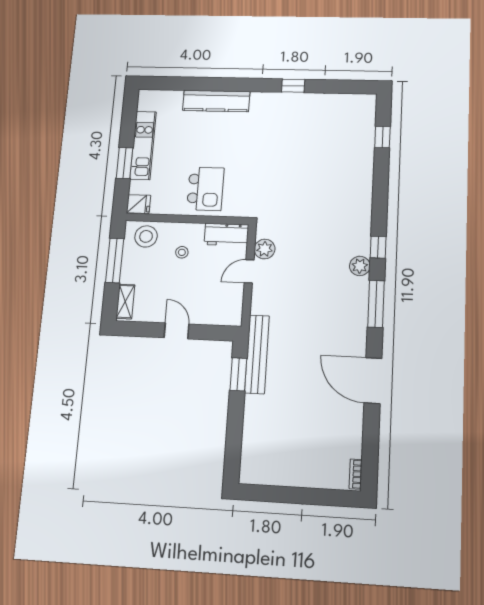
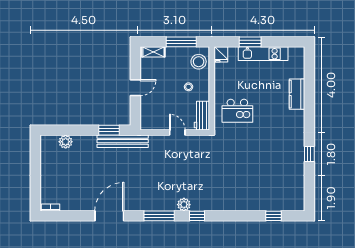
kitchen counter: (216, 101) -> (297, 94), width x0.67
kitchen island: (205, 189) -> (237, 111), moved
plant: (265, 249) -> (66, 142), moved

